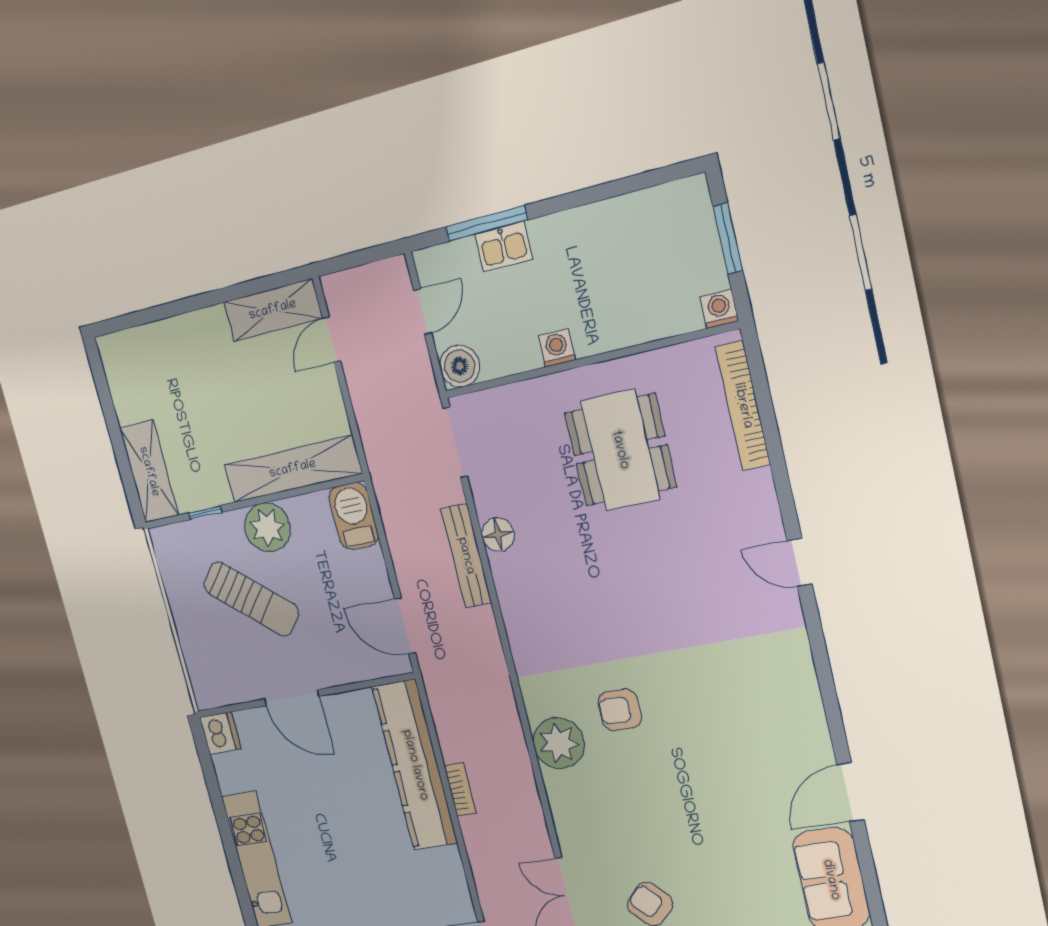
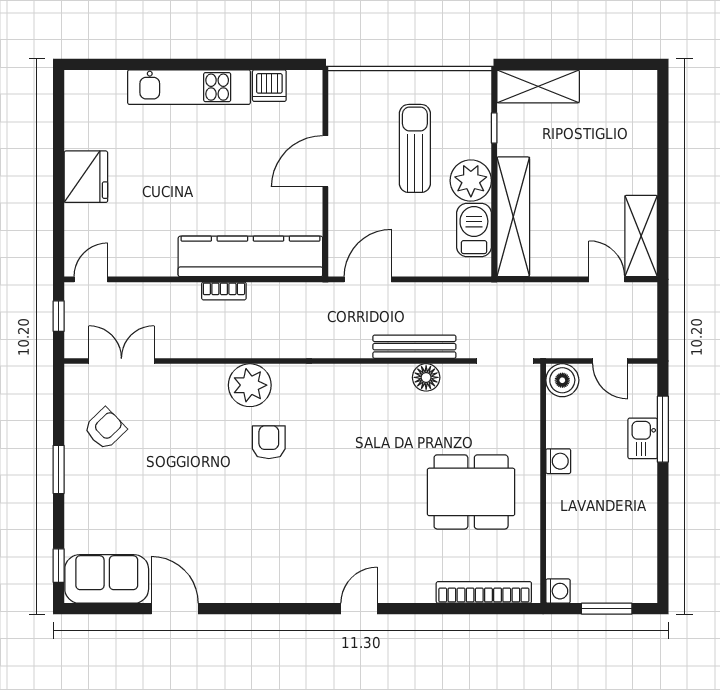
barbecue: (354, 516) -> (474, 230), moved, turned -90
sun lounger: (251, 599) -> (415, 148), turned 140
dishwasher: (220, 733) -> (269, 86), moved

